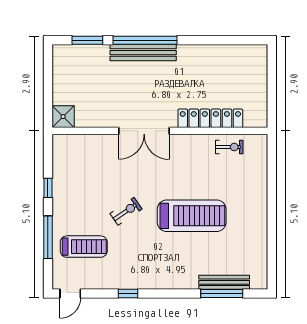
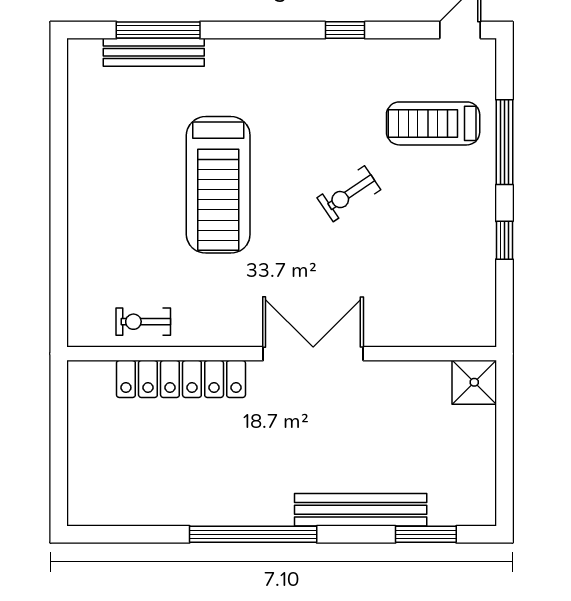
window: (145, 40) -> (253, 534), moved
bench: (143, 53) -> (361, 510), moved
treadmill: (192, 216) -> (218, 185), turned -90

